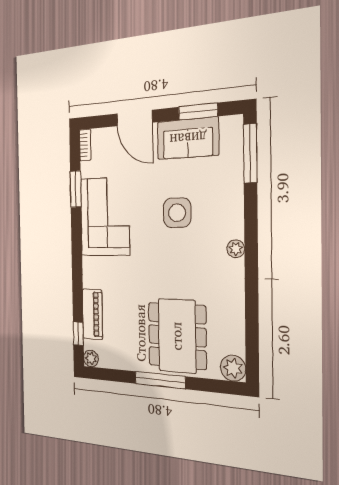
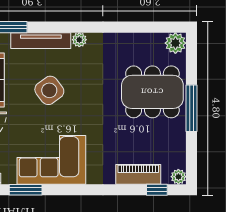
tv unit: (234, 201) -> (41, 41), added
side table: (177, 213) -> (49, 90), turned -37

